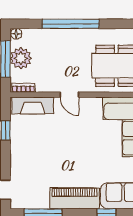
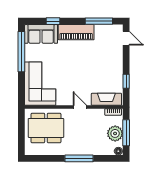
window: (71, 24) -> (79, 158), width x0.68

